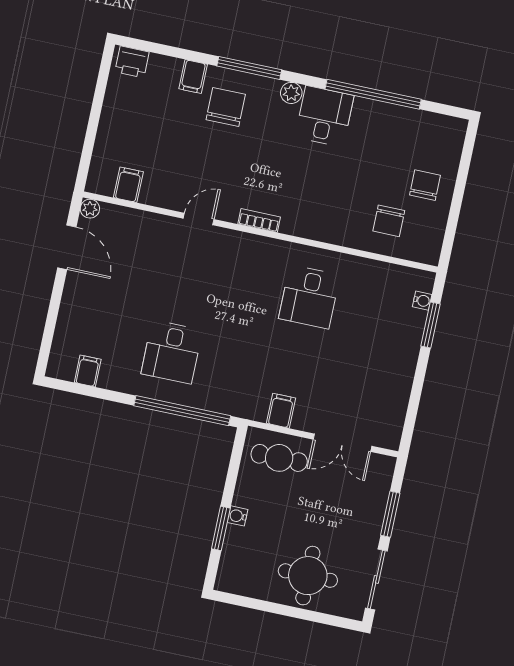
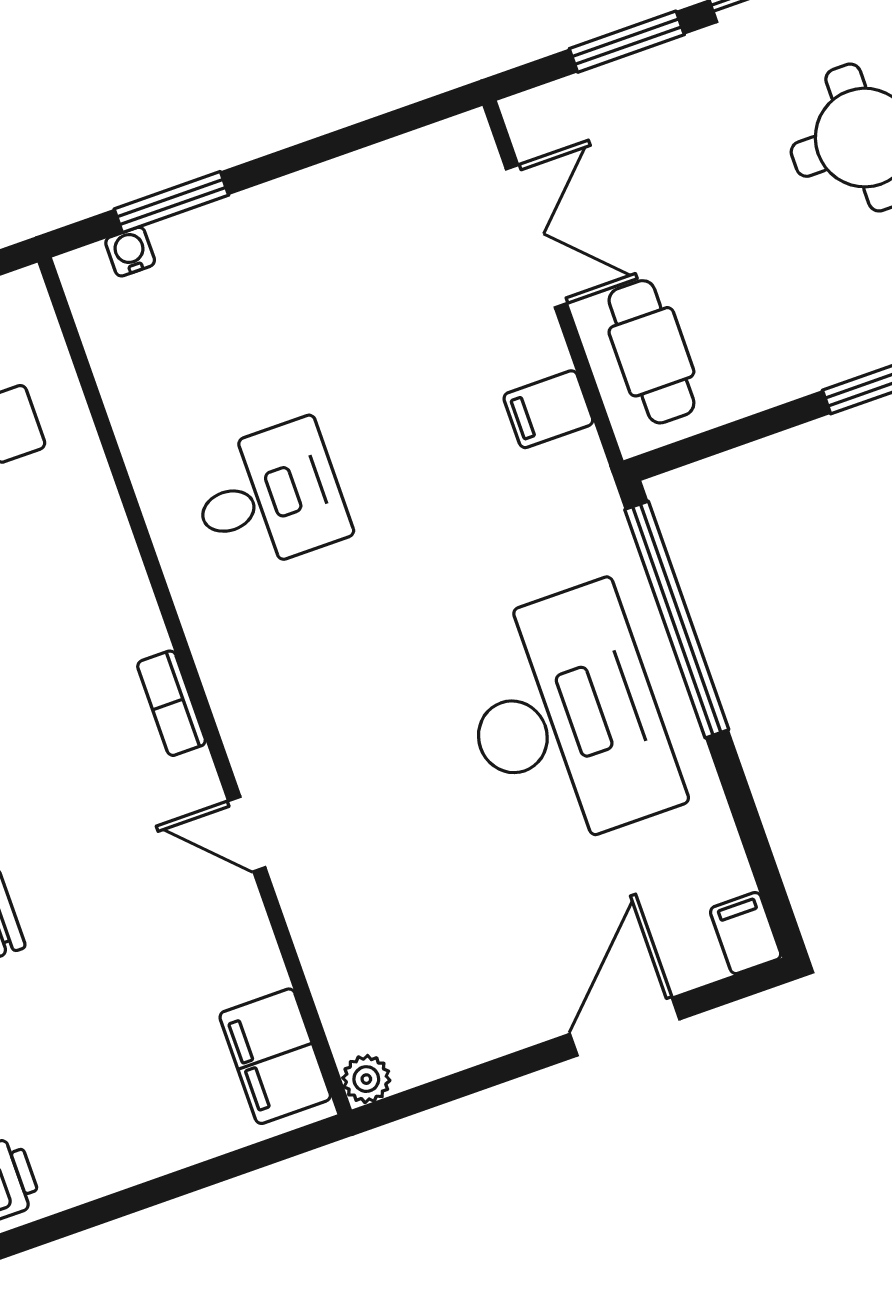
filing cabinet: (128, 185) -> (275, 1056), width x2.00
door: (67, 247) -> (625, 1027), moved
desk: (172, 352) -> (565, 718), width x1.87, depth x1.30
filing cabinet: (88, 371) -> (746, 933), moved, turned 90
water cooler: (238, 516) -> (829, 365), removed

